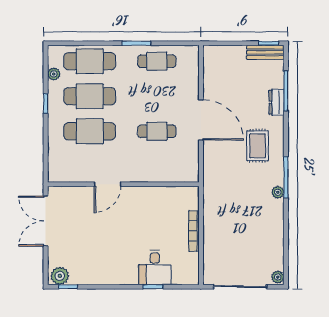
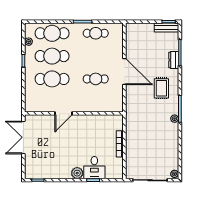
plant: (60, 276) -> (77, 173), moved

